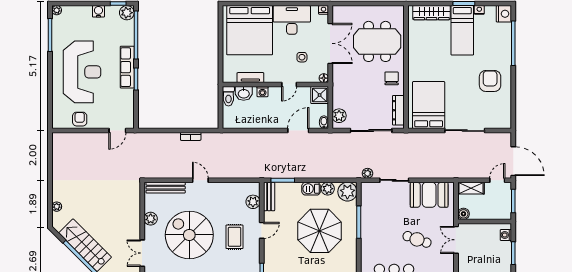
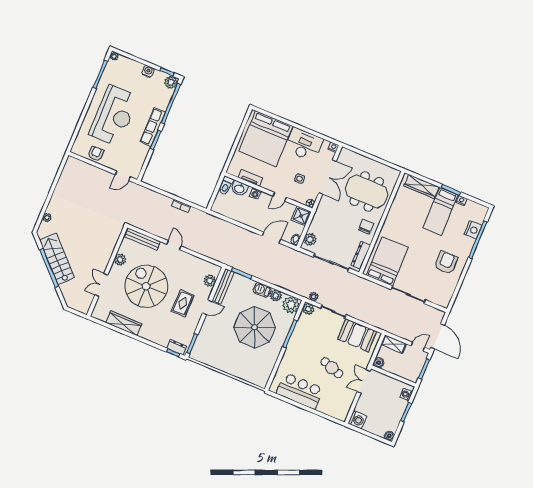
nightstand: (504, 14) -> (473, 230), moved
plant: (367, 189) -> (308, 309), added
bench: (269, 197) -> (223, 286), width x1.36

